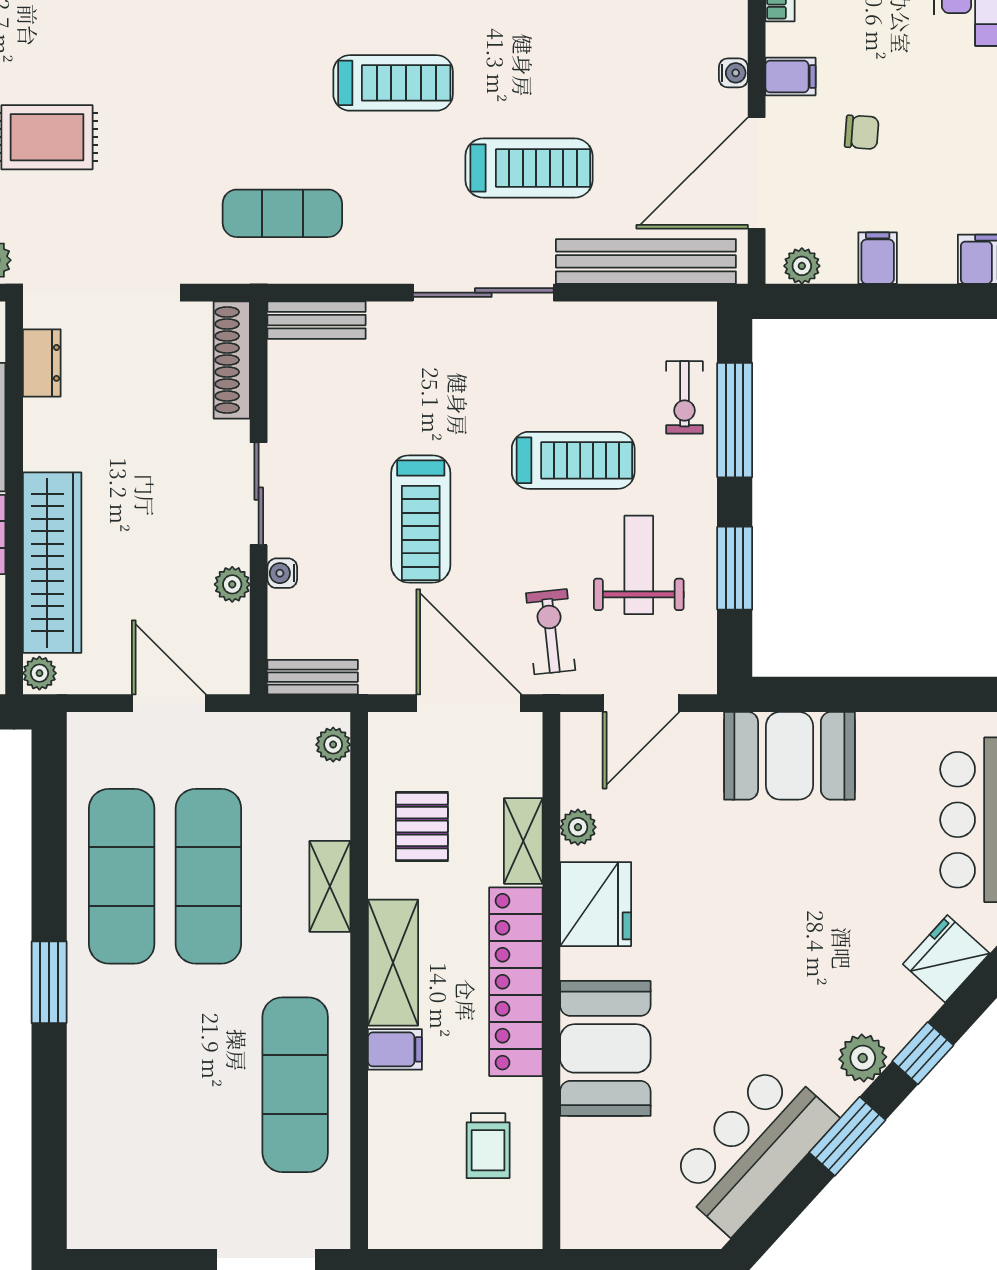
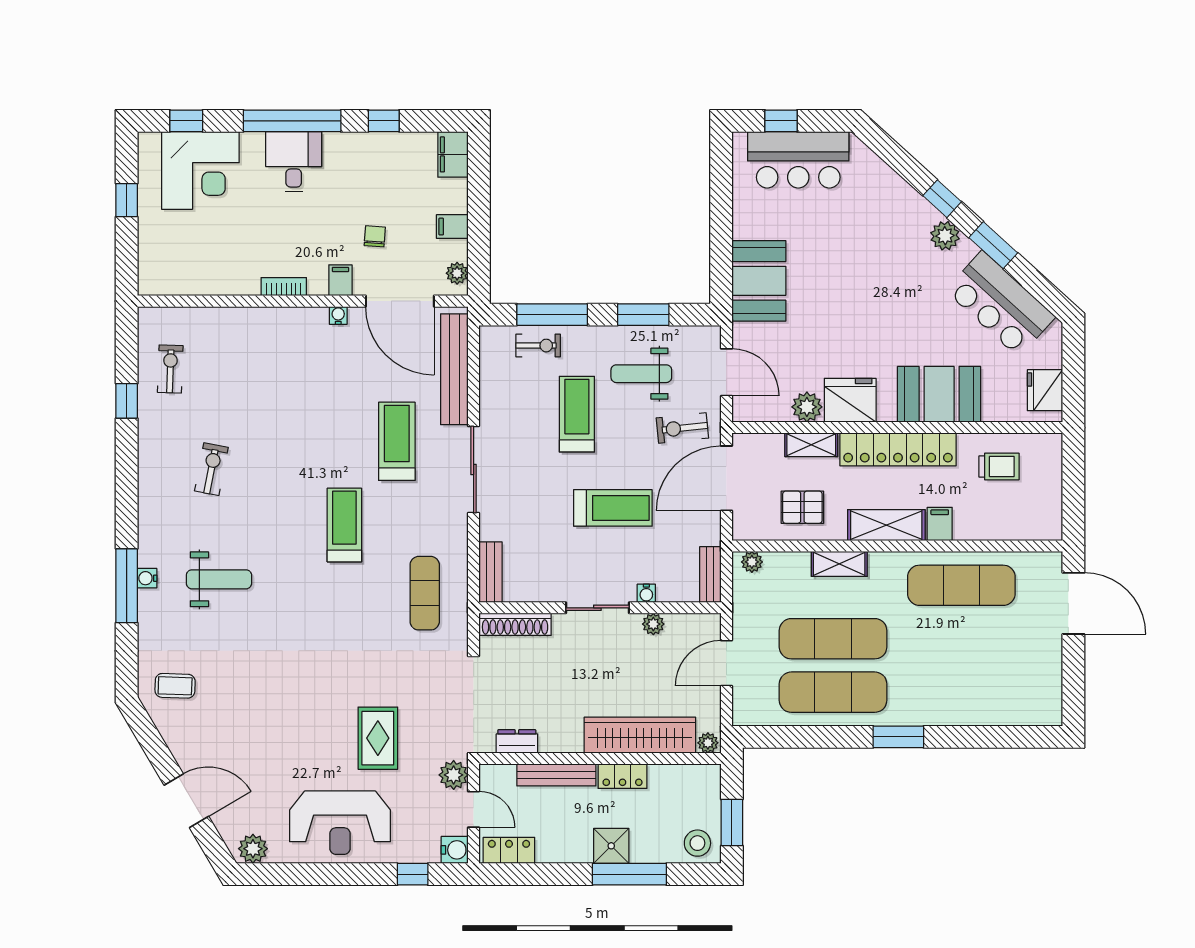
plant: (578, 827) -> (807, 407), width x1.38, depth x1.38
fridge: (946, 959) -> (1045, 390), moved, turned 48

